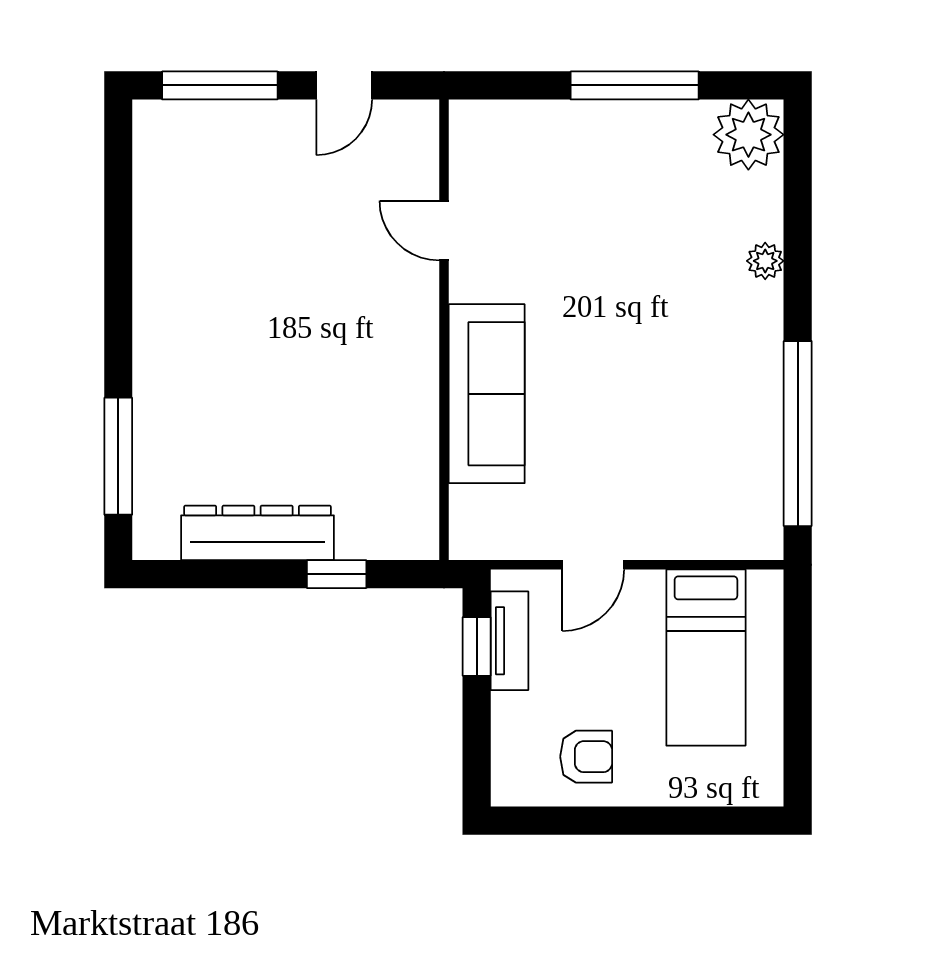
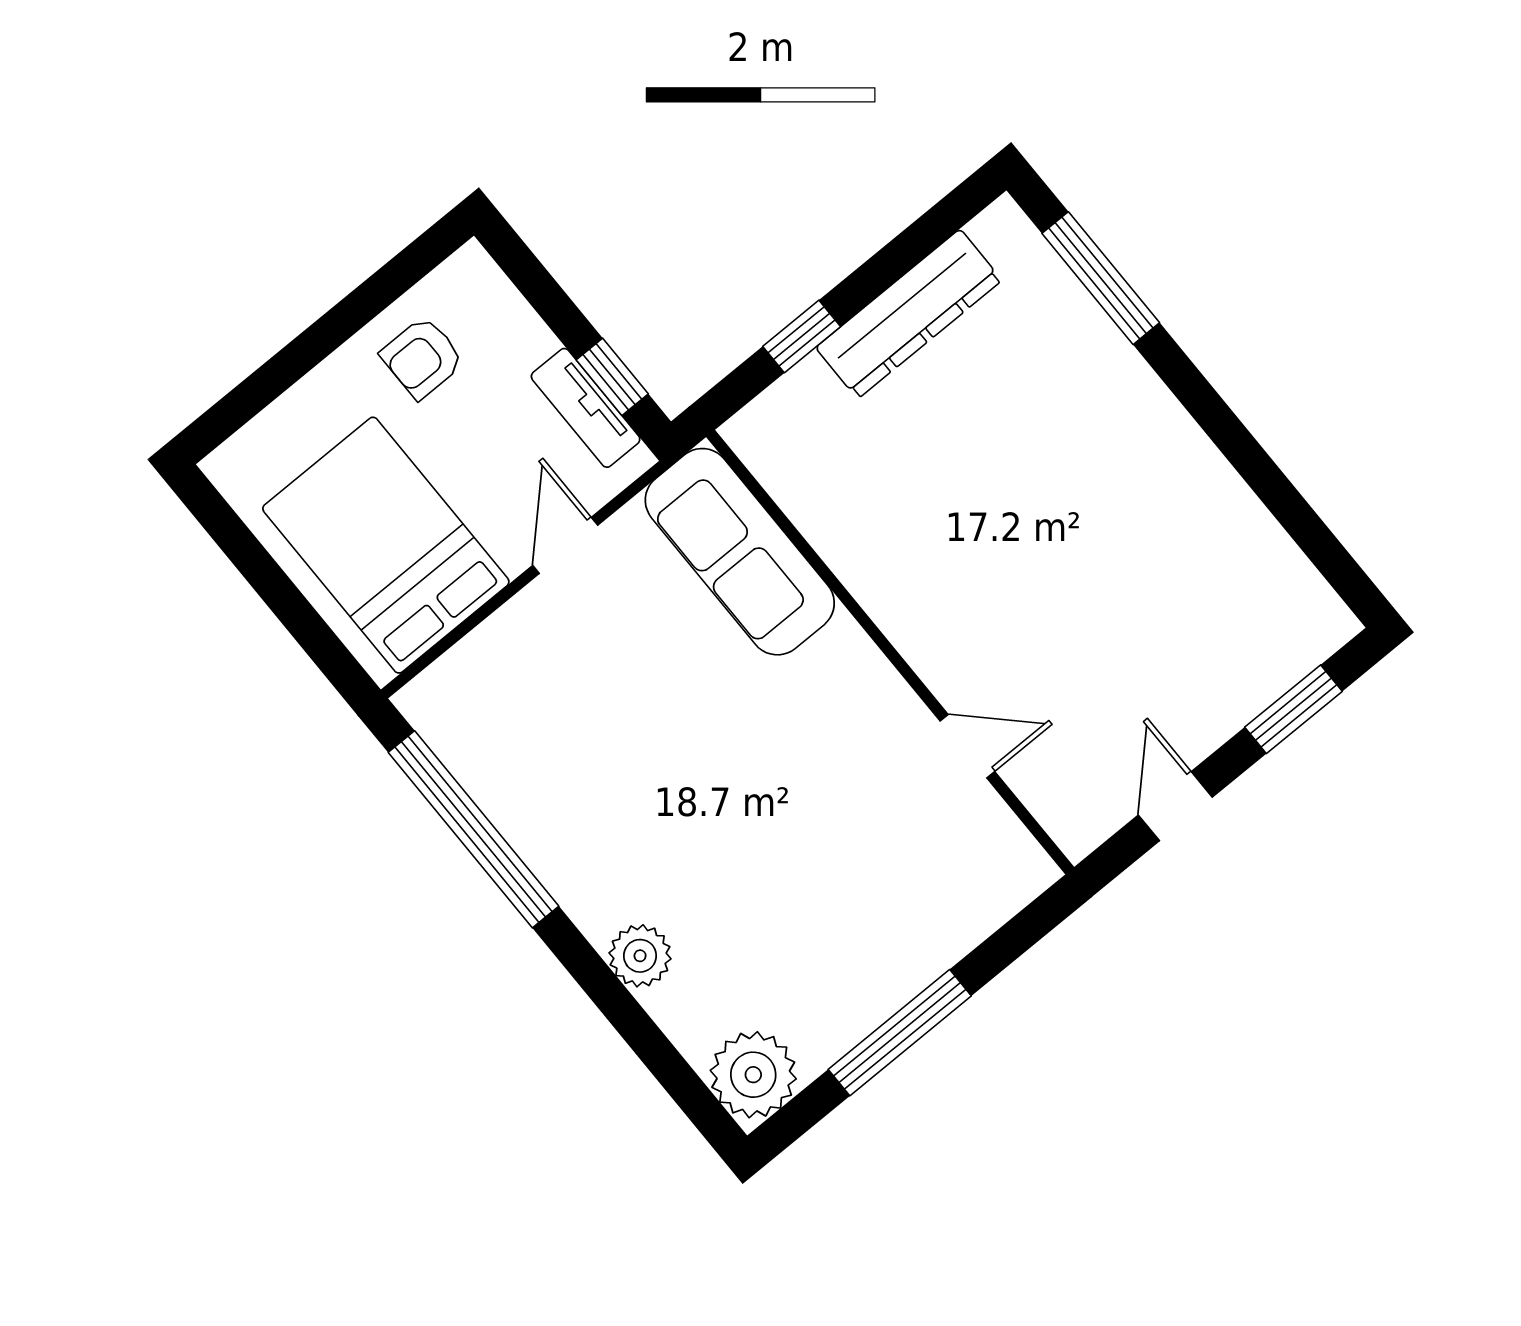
window: (220, 85) -> (1293, 709), width x0.69
plant: (765, 261) -> (640, 956), width x1.38, depth x1.38
sofa: (487, 394) -> (740, 552), moved
bed: (706, 658) -> (386, 545), width x1.50

